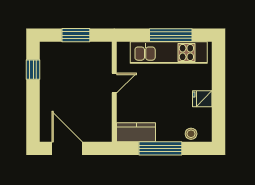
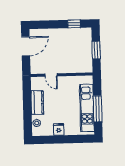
door: (114, 83) -> (51, 75), moved
kitchen counter: (136, 132) -> (37, 102), moved
window: (160, 148) -> (27, 104), removed

